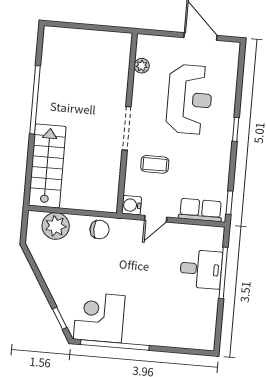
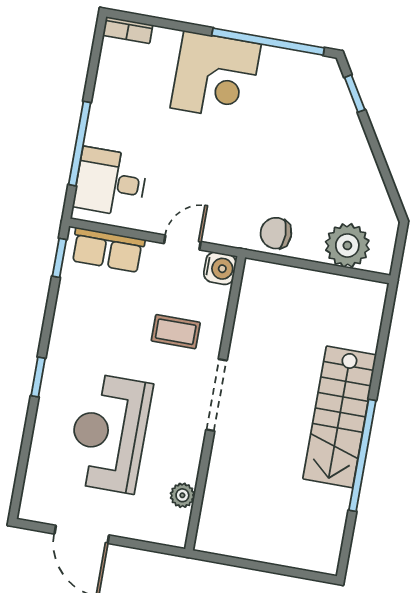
stairs: (47, 166) -> (339, 417), moved
desk: (201, 269) -> (110, 182), moved
corner desk: (99, 317) -> (216, 76), moved
bookcase: (200, 344) -> (128, 30), added

